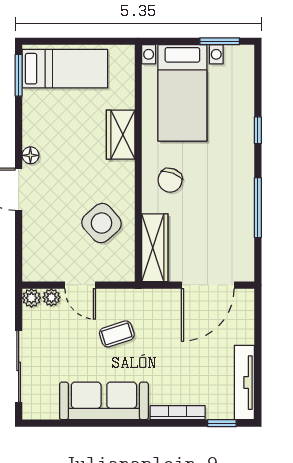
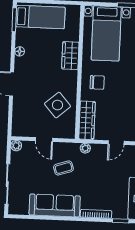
floor lamp: (30, 155) -> (20, 51), moved
chair: (170, 180) -> (97, 82), turned -111
door: (208, 285) -> (116, 143), width x0.53
plant: (51, 297) -> (85, 148), moved

